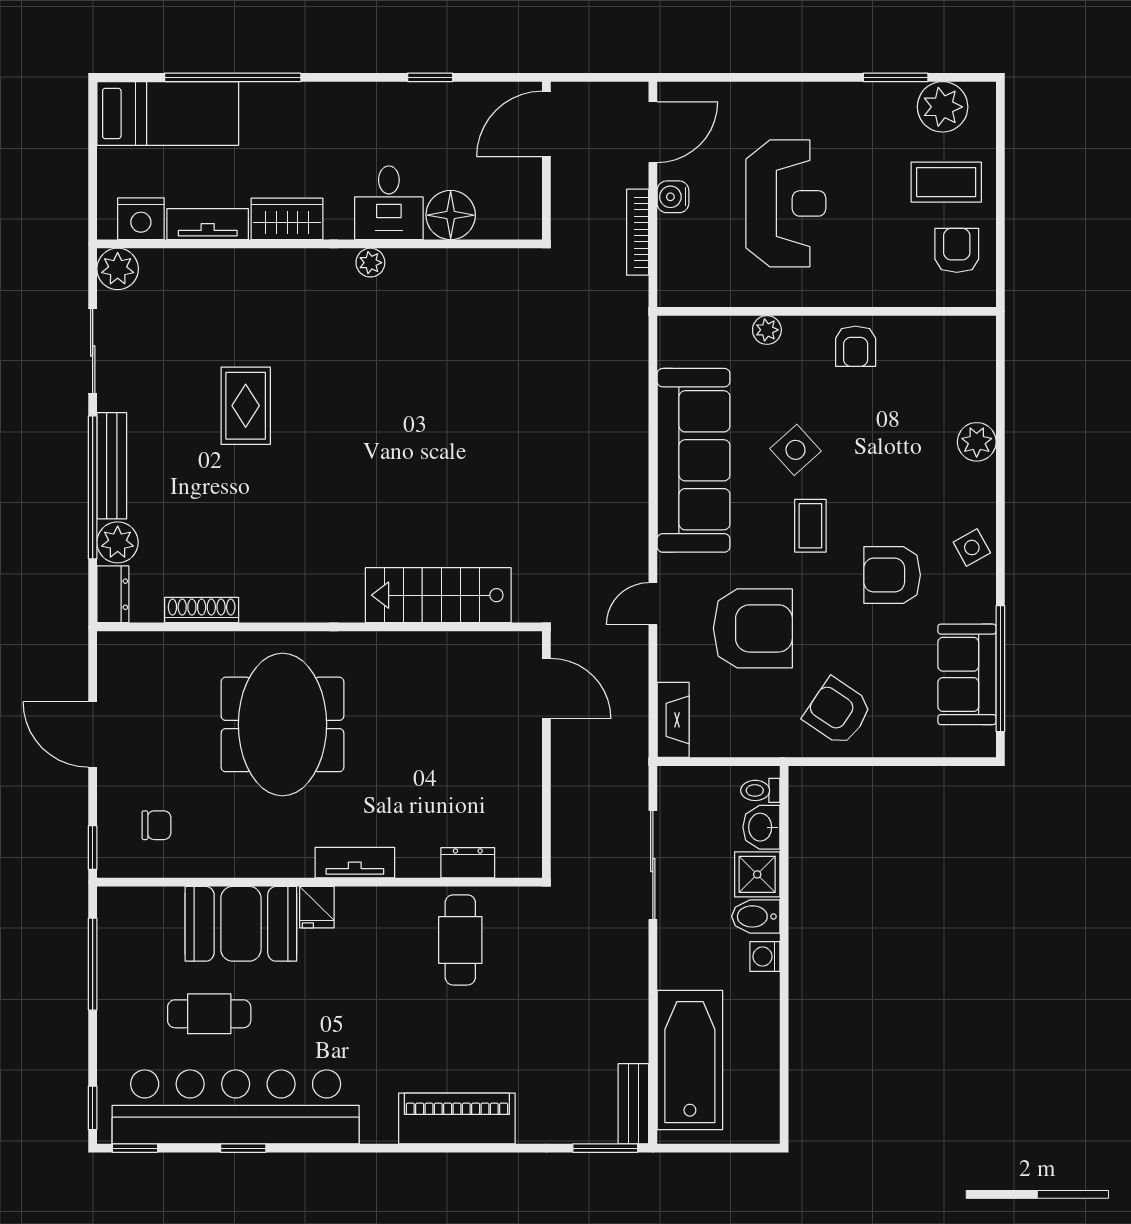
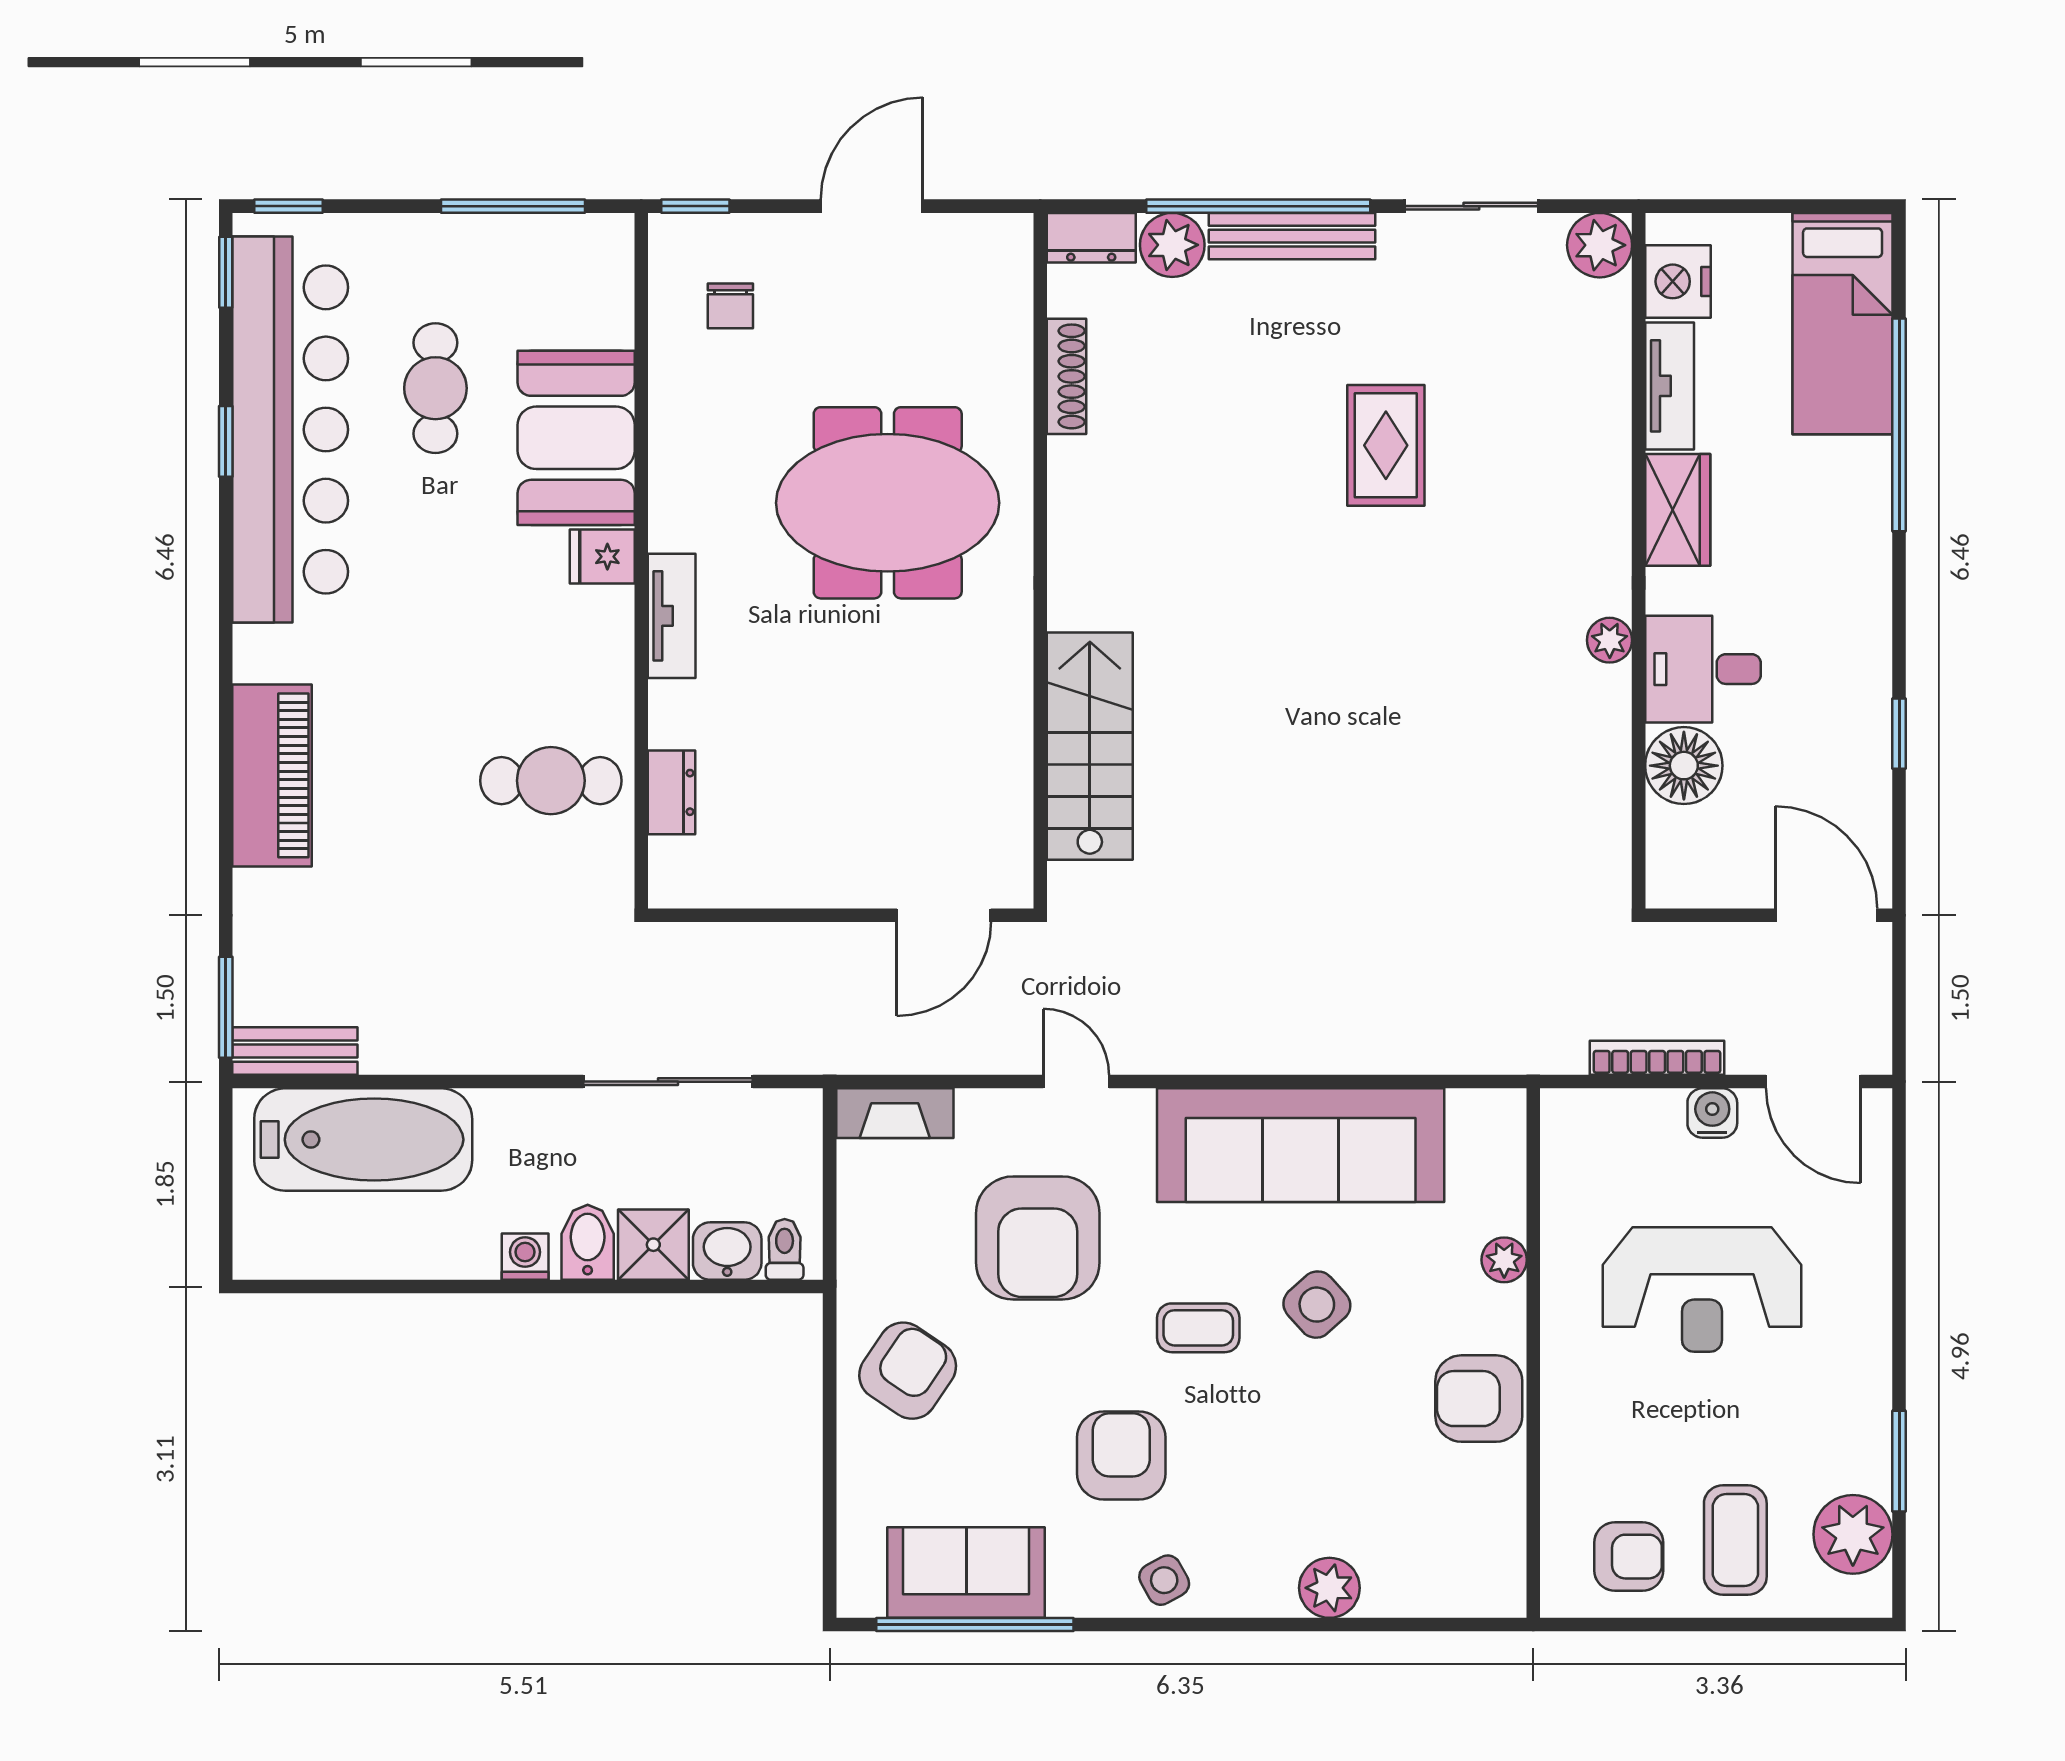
armchair: (856, 346) -> (1479, 1399), width x1.38, depth x1.38
rug: (246, 406) -> (1386, 445), turned 90

